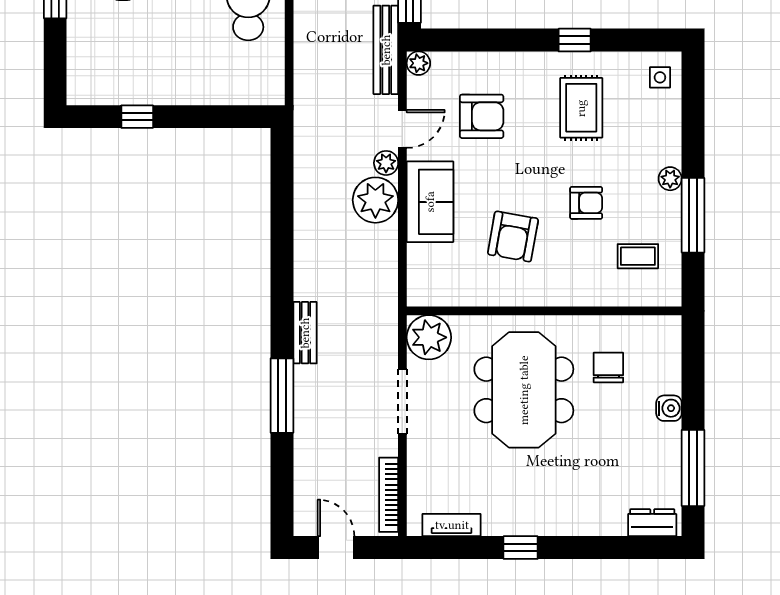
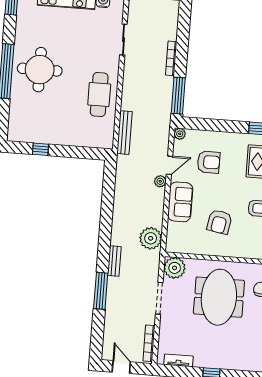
bench: (386, 50) -> (124, 133), moved
plant: (375, 200) -> (151, 238), moved

